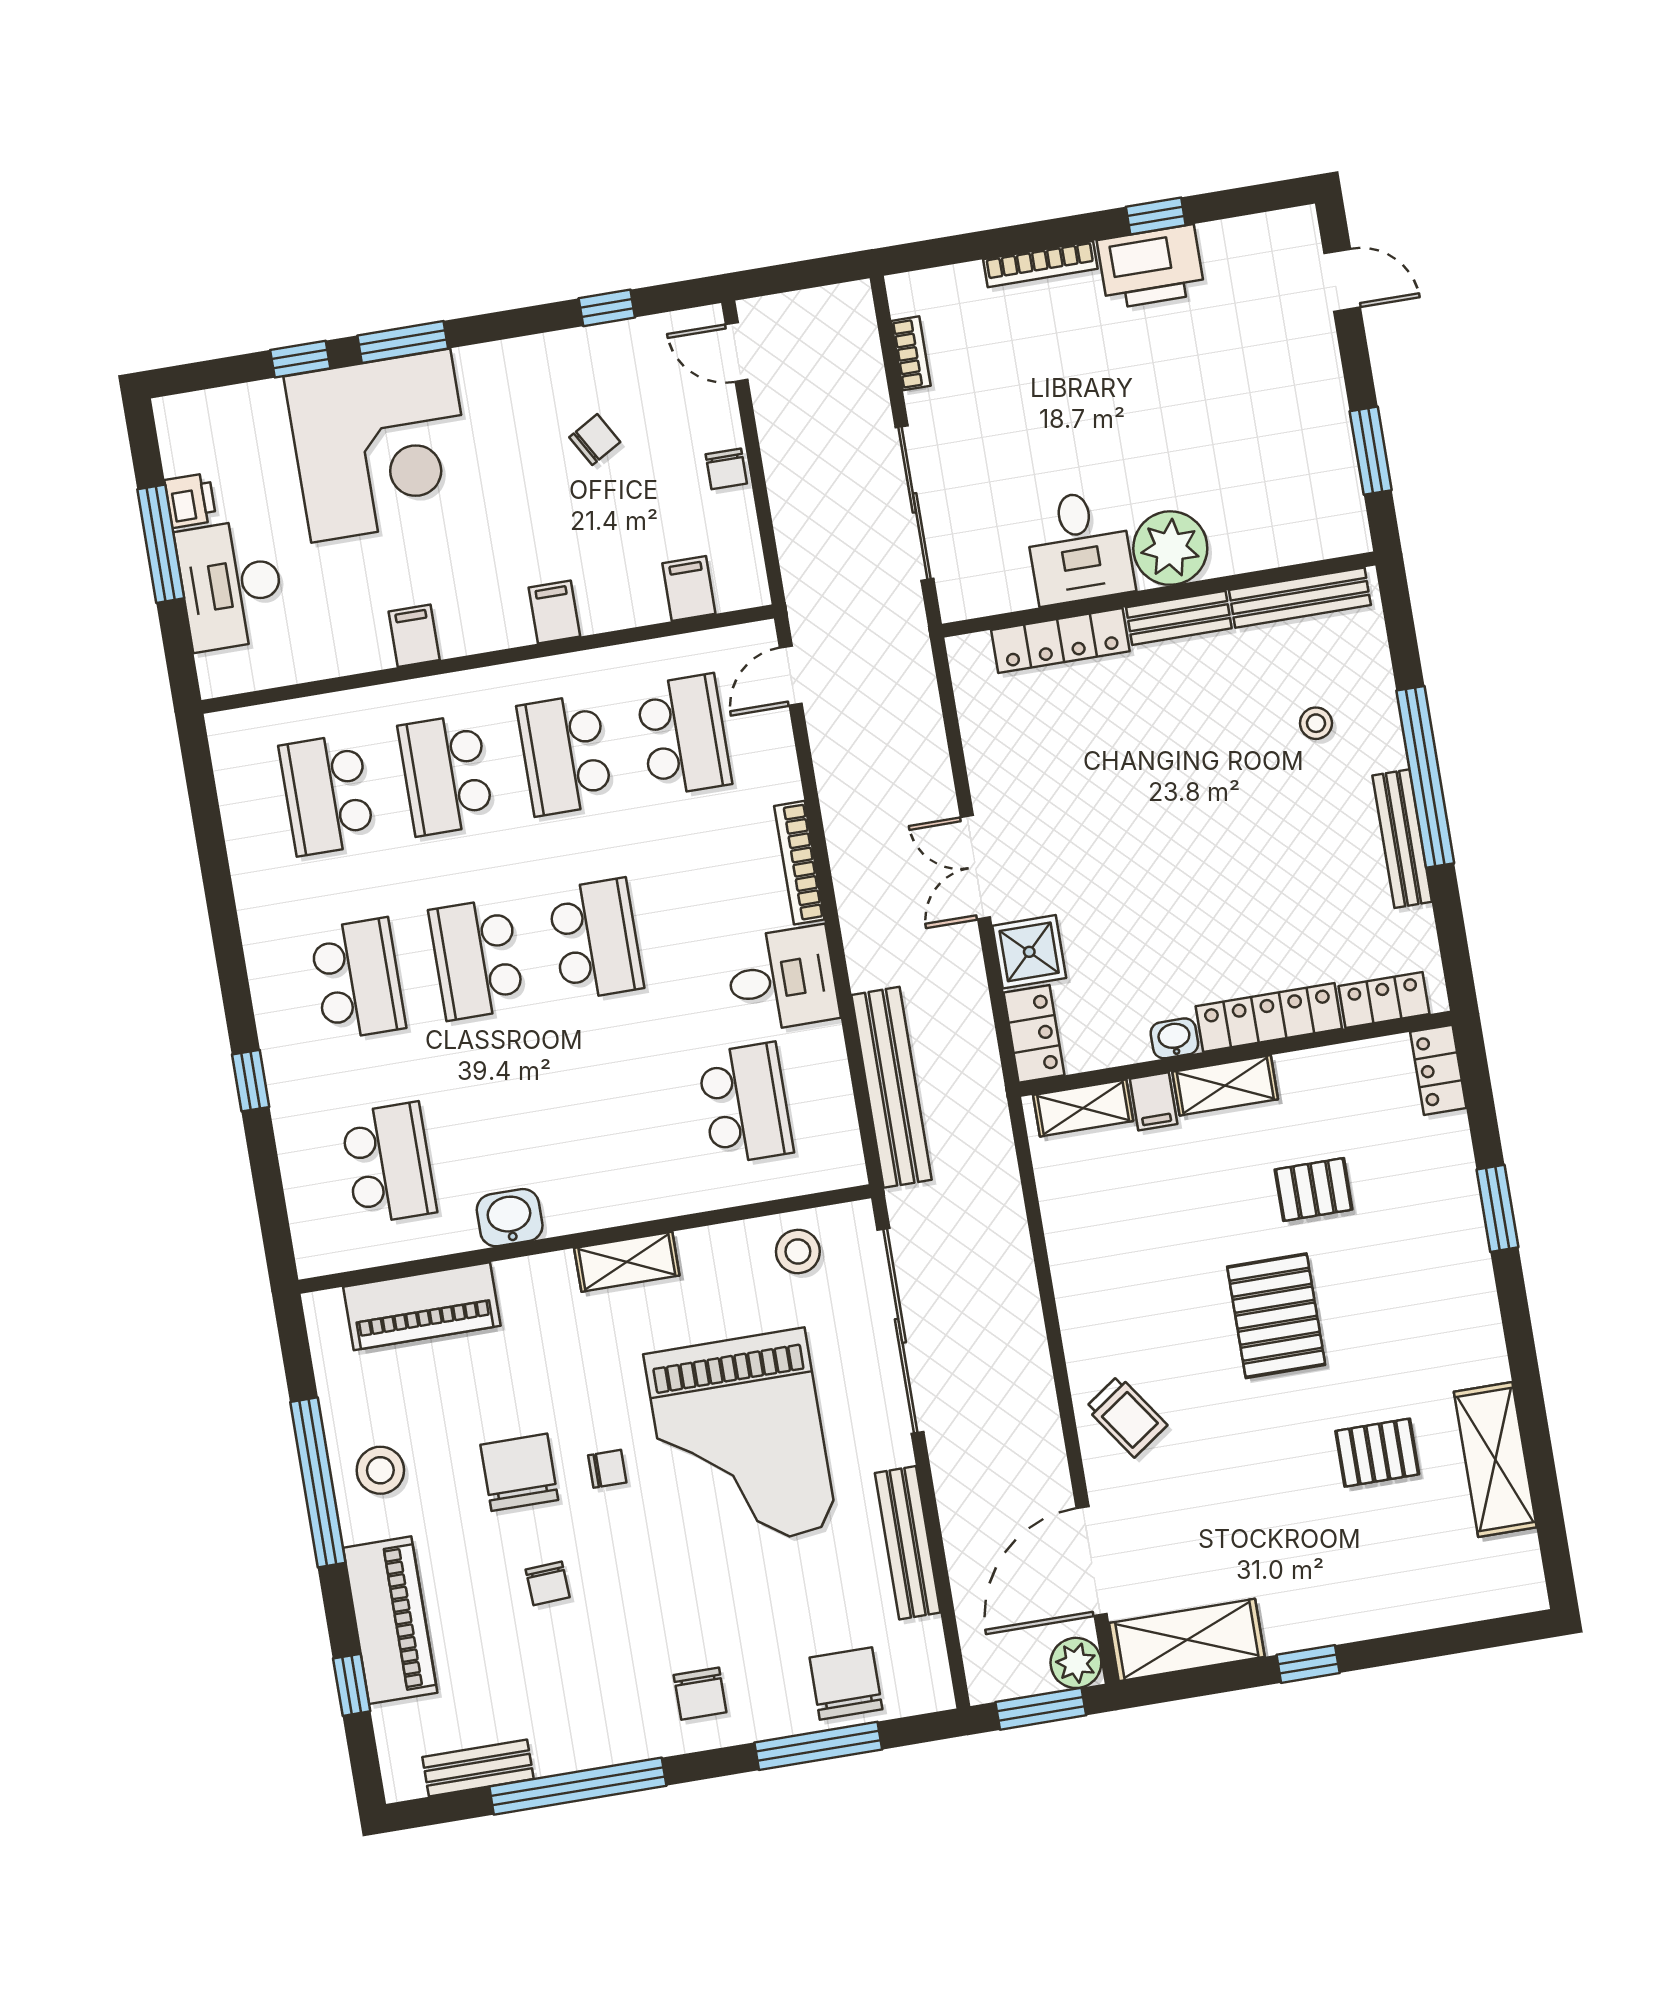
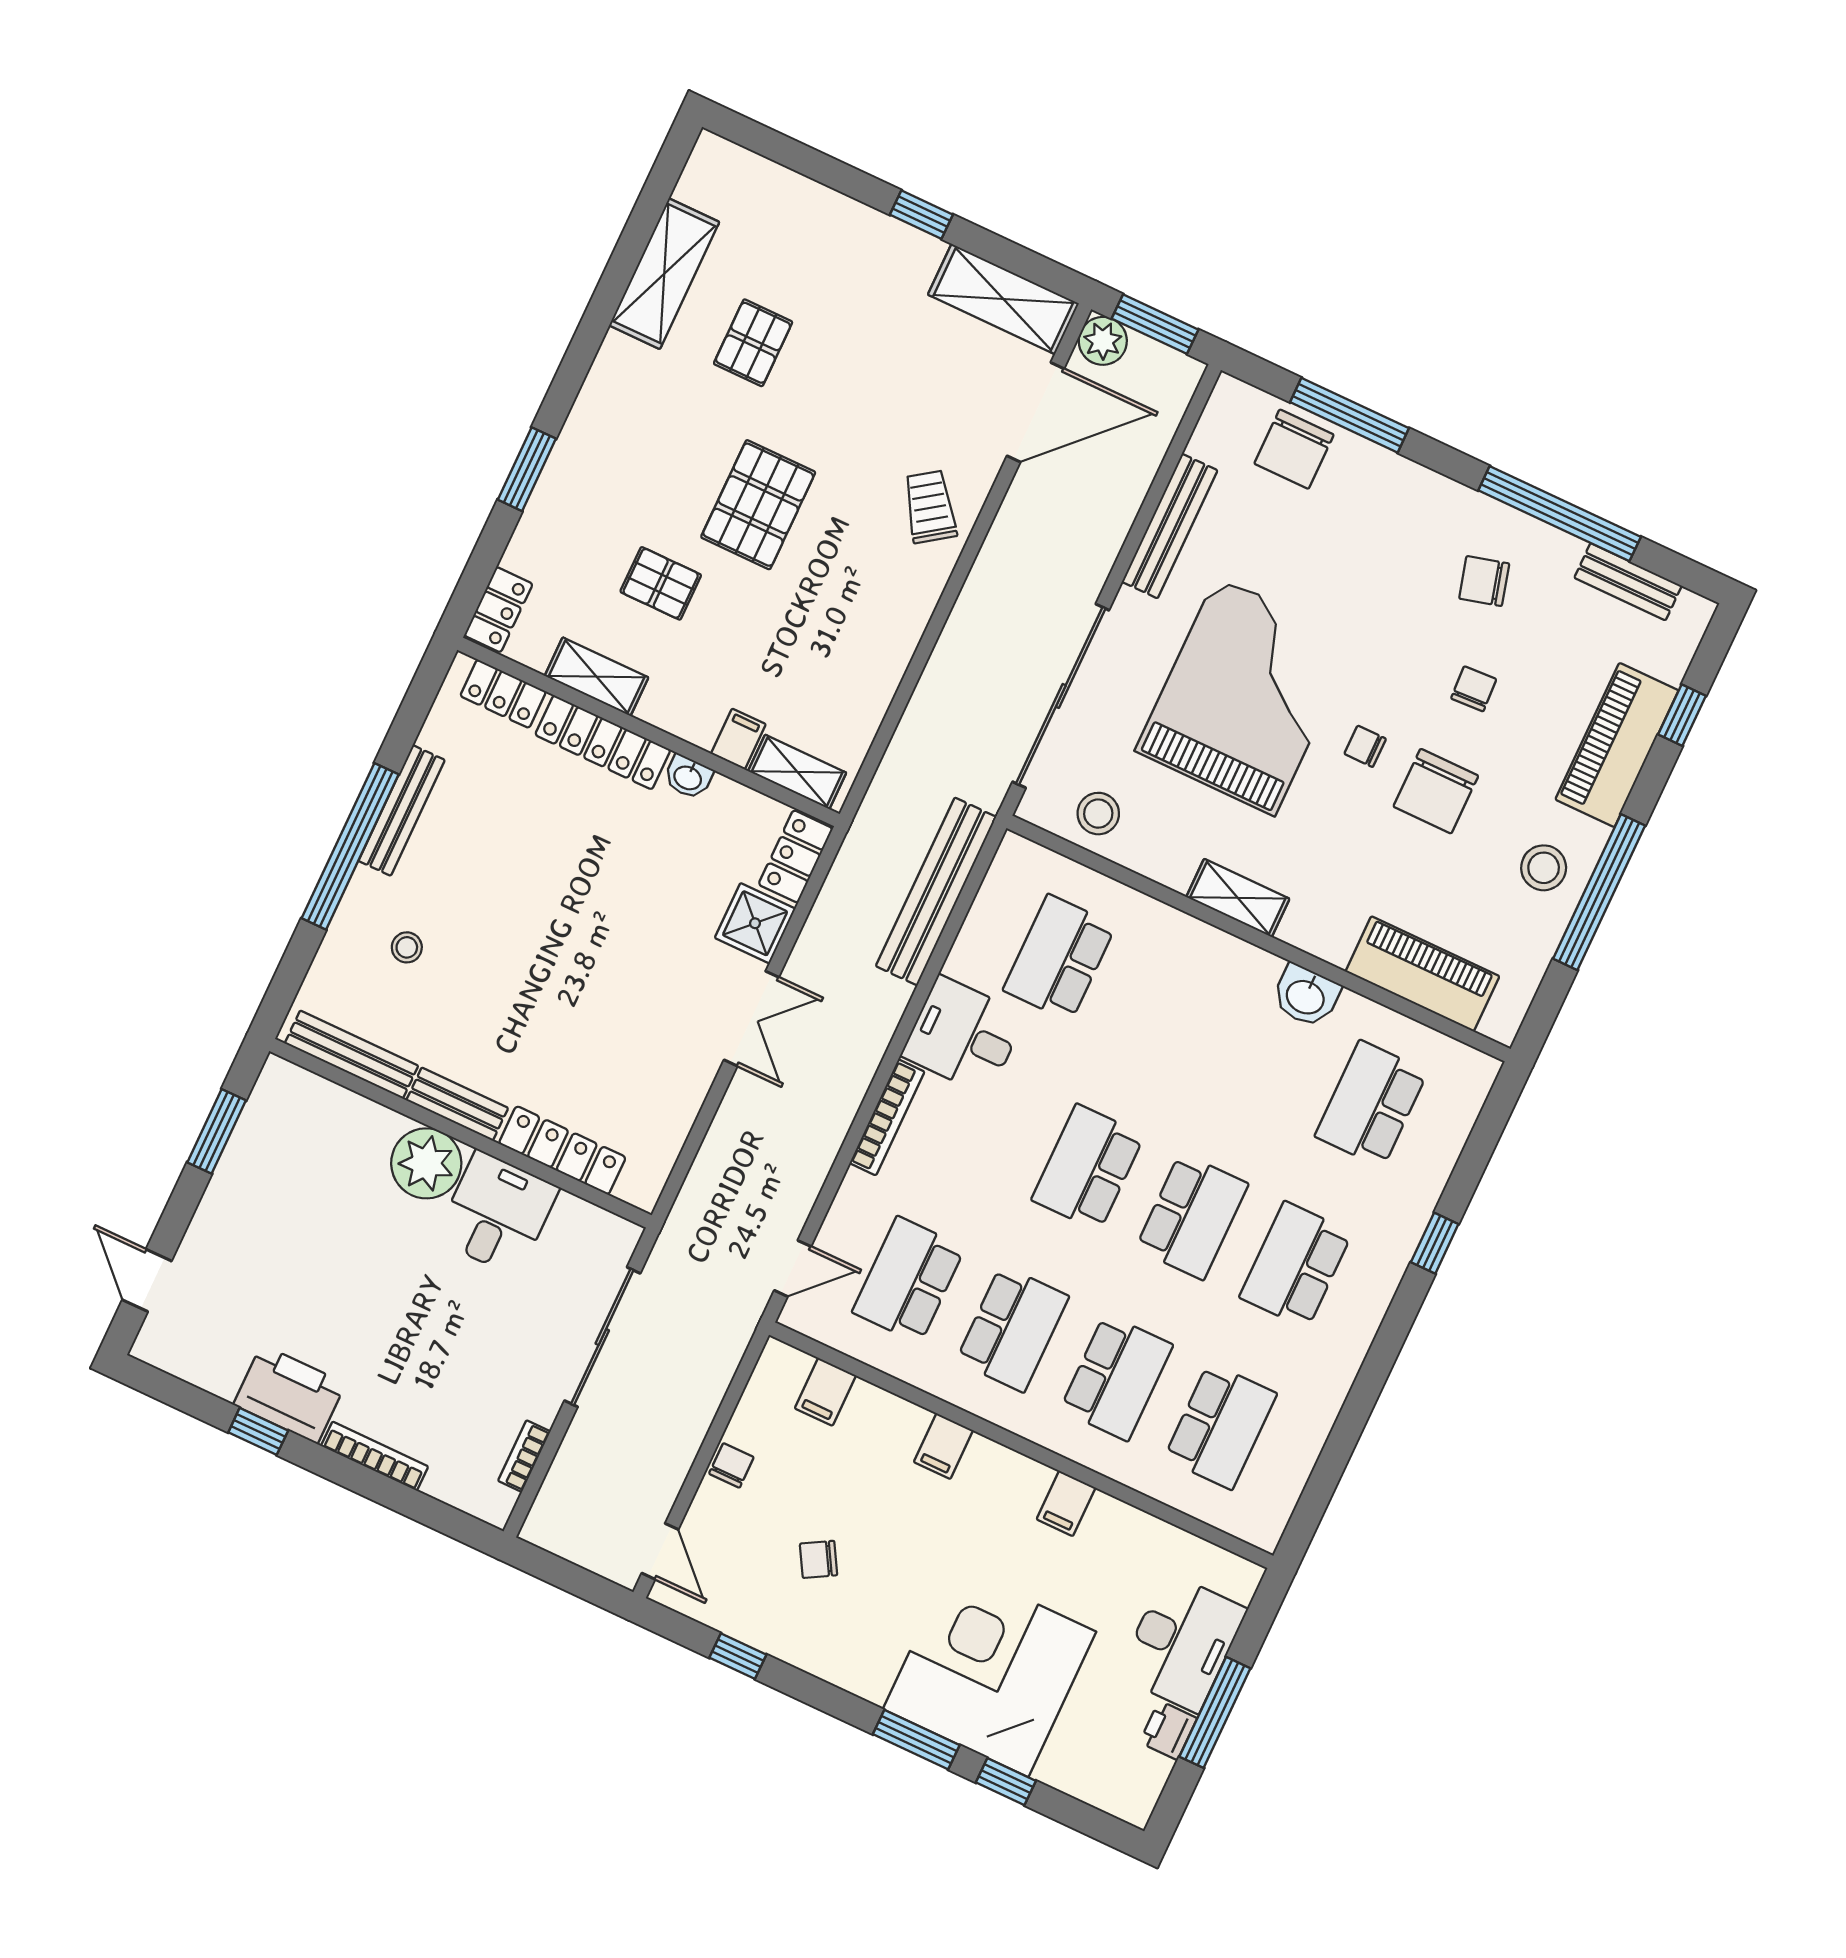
shelving: (1225, 1085) -> (597, 677), moved
pallet: (1377, 1453) -> (753, 343), turned 90
chair: (700, 1694) -> (1484, 581), moved, turned -105

